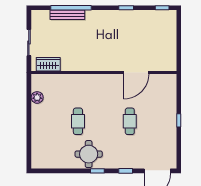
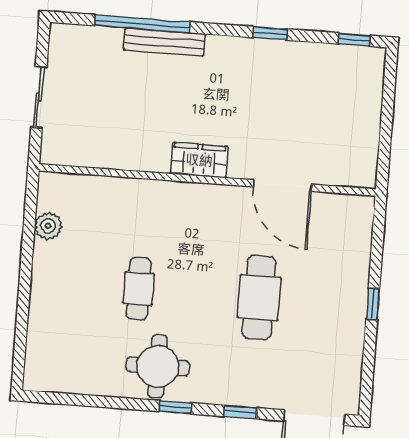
bench: (67, 15) -> (165, 42), moved
wardrobe: (48, 64) -> (199, 160), moved
door: (136, 73) -> (282, 185), hinge flipped
cafe table: (130, 121) -> (259, 298), width x1.37, depth x1.35

